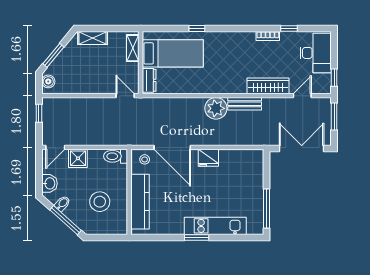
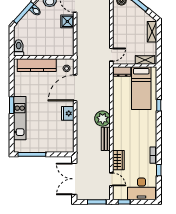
wardrobe: (268, 86) -> (118, 160), width x0.67
double door: (302, 148) -> (74, 179), swing flipped
toilet: (115, 156) -> (19, 48), moved
stool: (100, 202) -> (37, 37), removed

